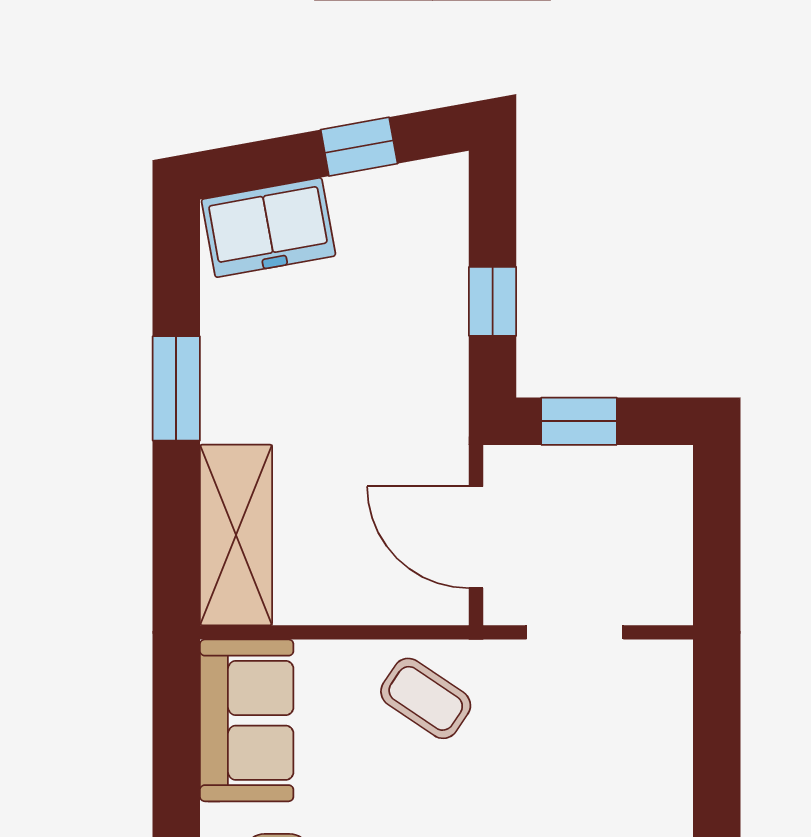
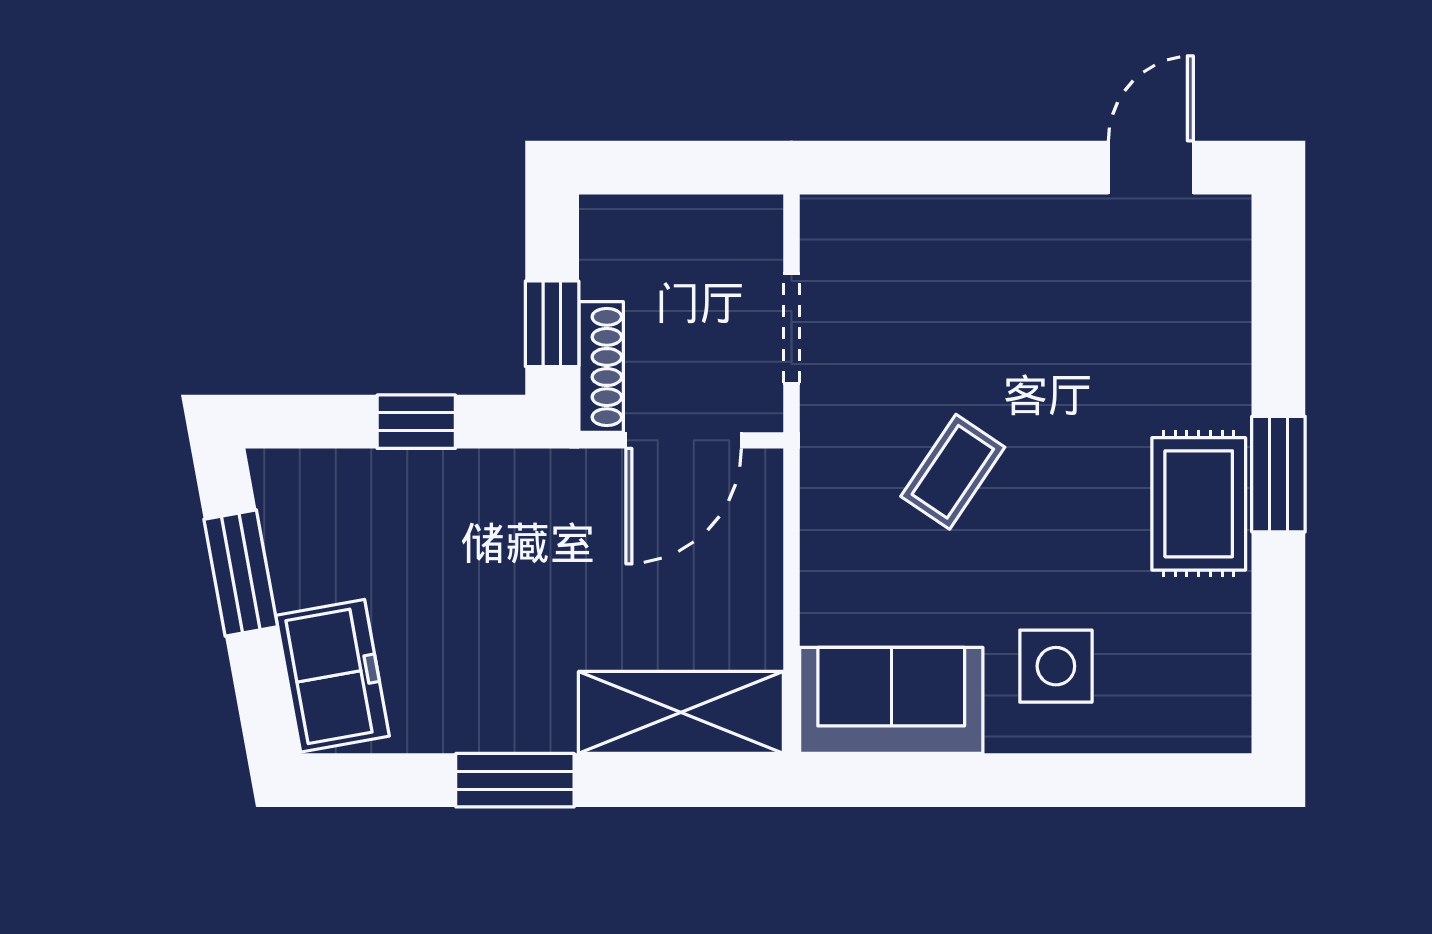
window: (359, 147) -> (241, 573), width x1.50
shoe rack: (541, 464) -> (601, 367), added
coffee table: (426, 698) -> (953, 472), moved

